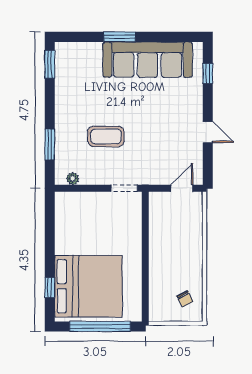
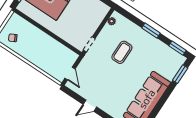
window: (120, 37) -> (180, 74), moved
window: (50, 144) -> (151, 31), moved

